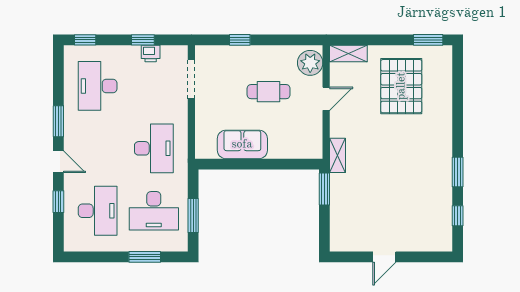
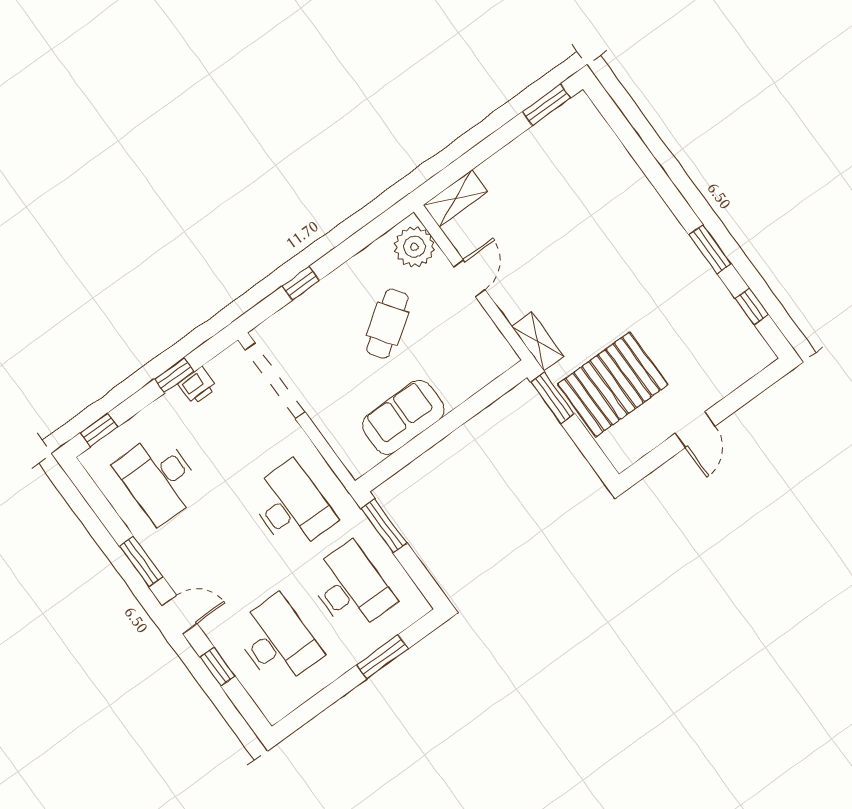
doorway: (191, 79) -> (275, 381), width x1.36
pallet: (401, 86) -> (613, 384), moved, turned 90
cafe table: (269, 92) -> (387, 324), turned -35
desk: (154, 211) -> (351, 588), turned -90
window: (193, 216) -> (384, 526), moved

